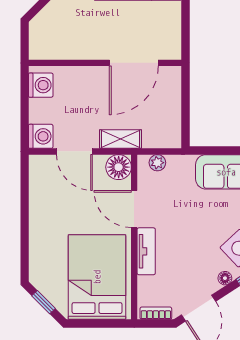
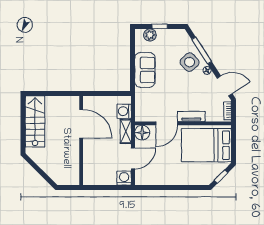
washing machine: (41, 85) -> (124, 111), moved, turned -90
plant: (157, 163) -> (140, 110), removed

